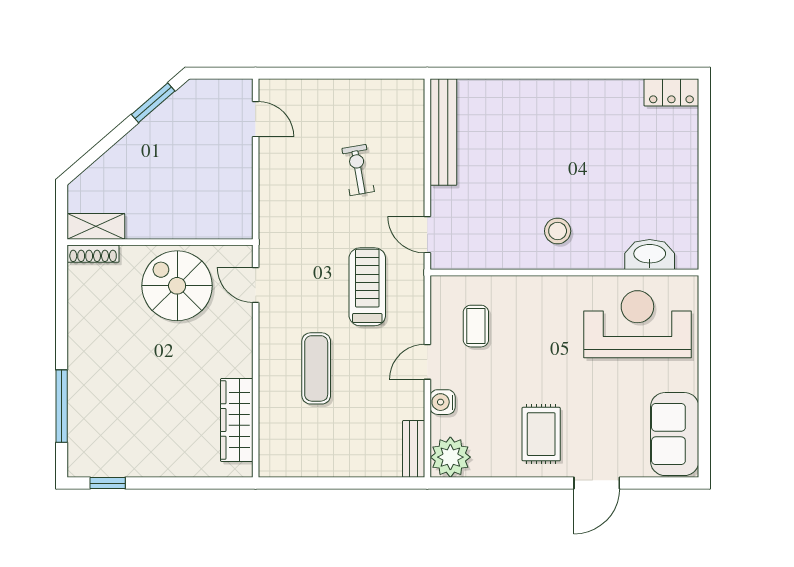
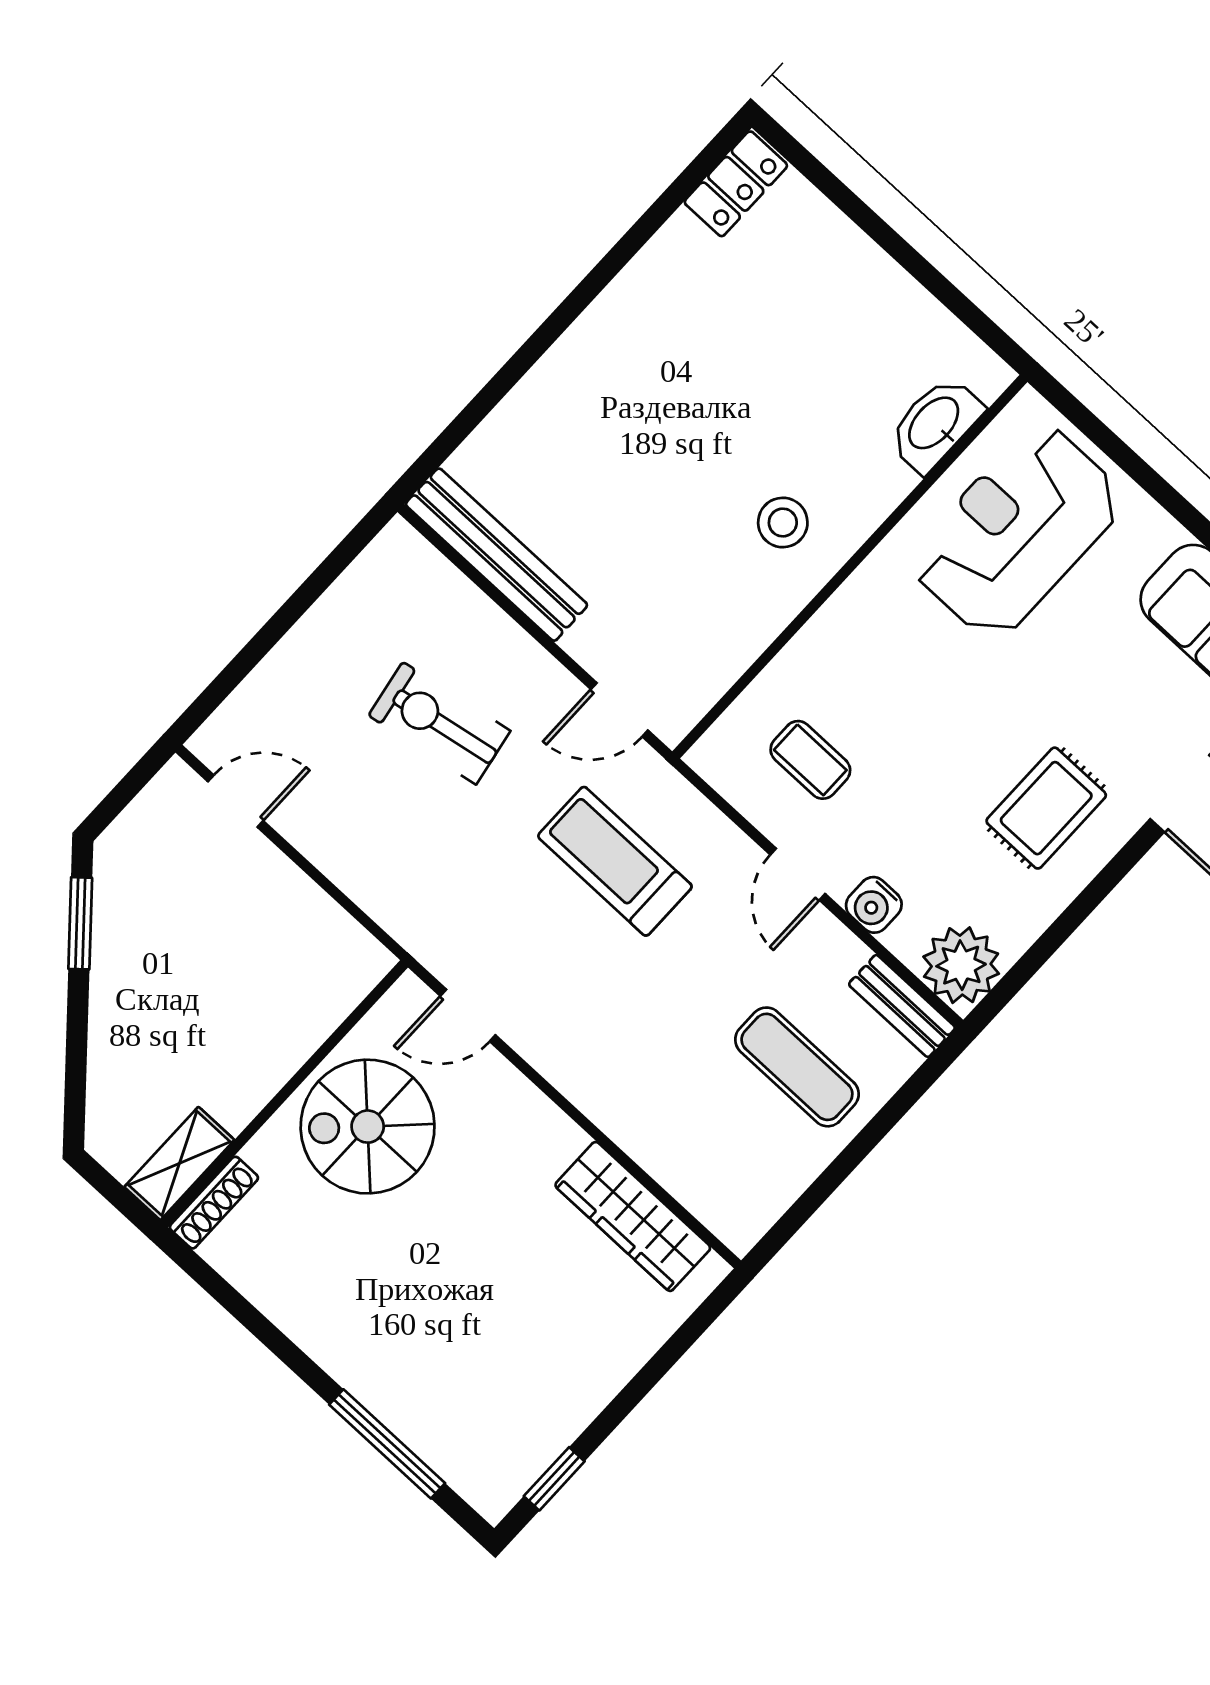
exercise bike: (358, 170) -> (439, 723), width x1.38, depth x1.39
exercise mat: (316, 368) -> (797, 1067), moved
rug: (541, 434) -> (1046, 808), turned 90

